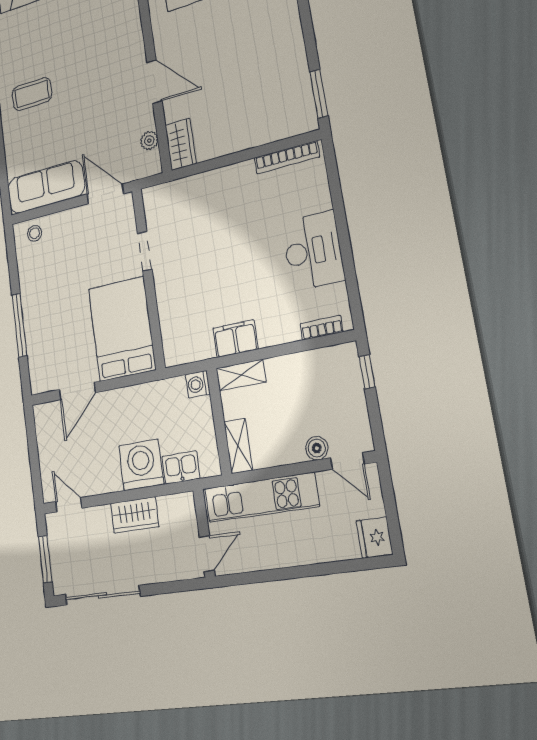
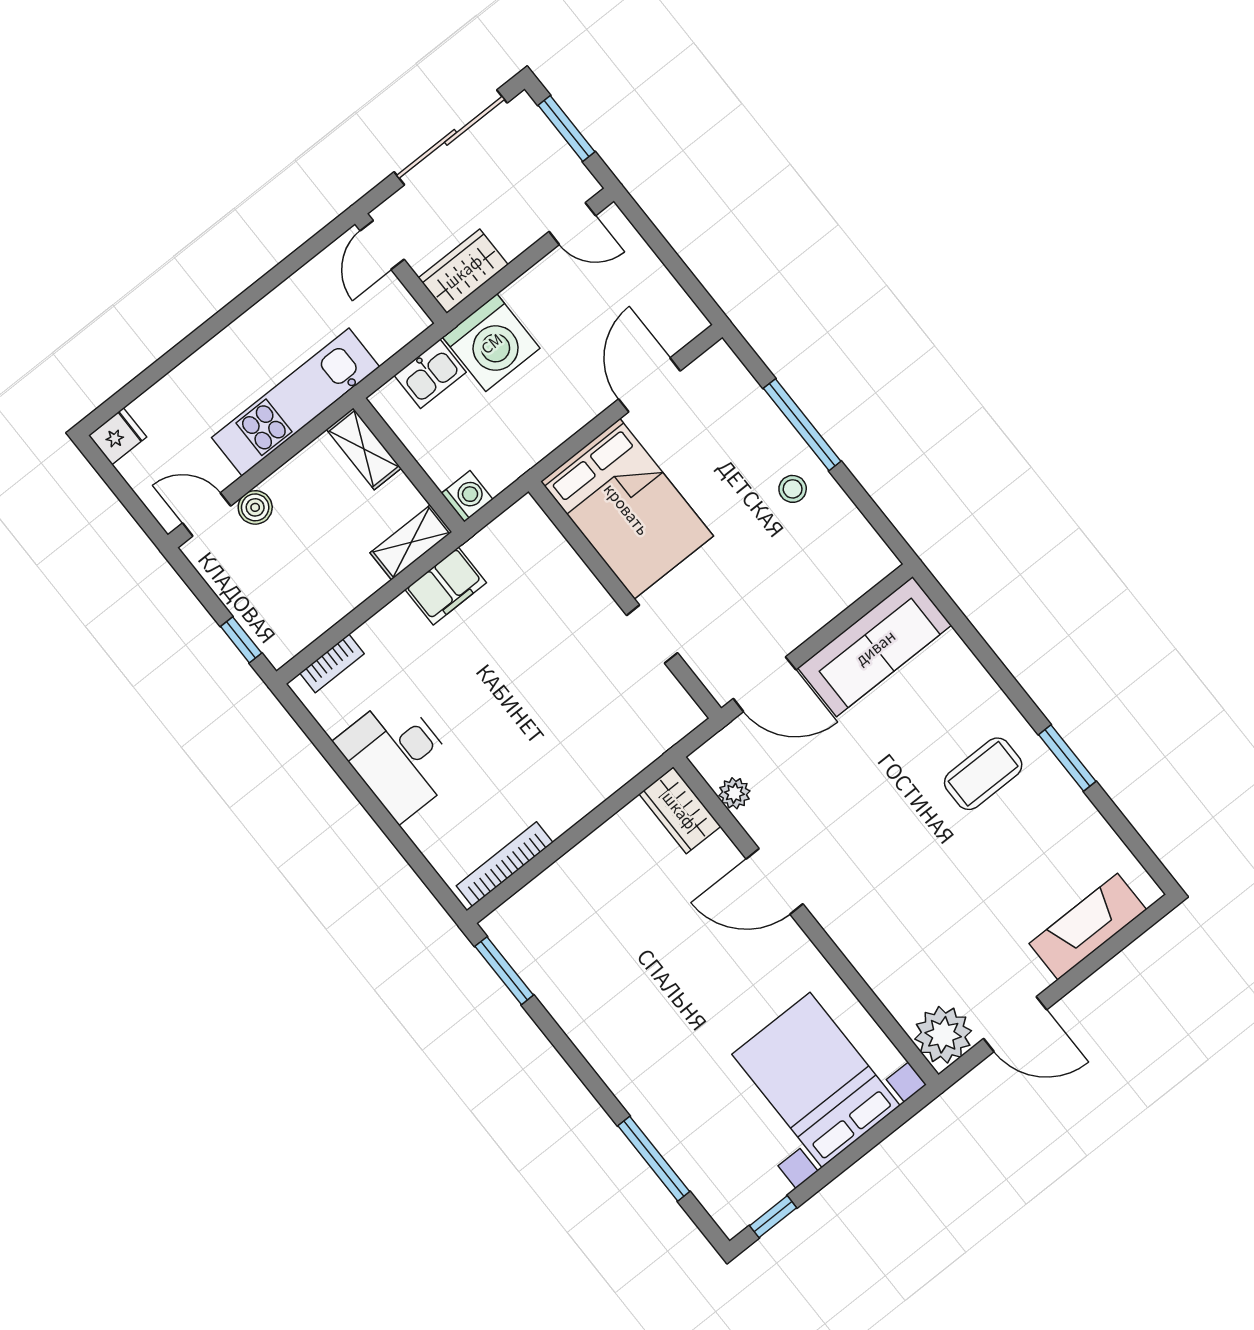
stool: (35, 233) -> (793, 489), moved
wall: (204, 533) -> (401, 268), moved
fridge: (375, 538) -> (118, 436), width x0.72
door: (207, 554) -> (382, 245), moved

